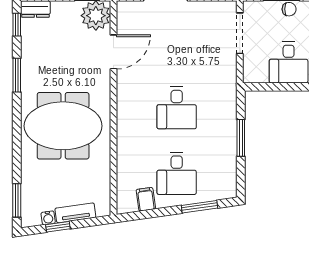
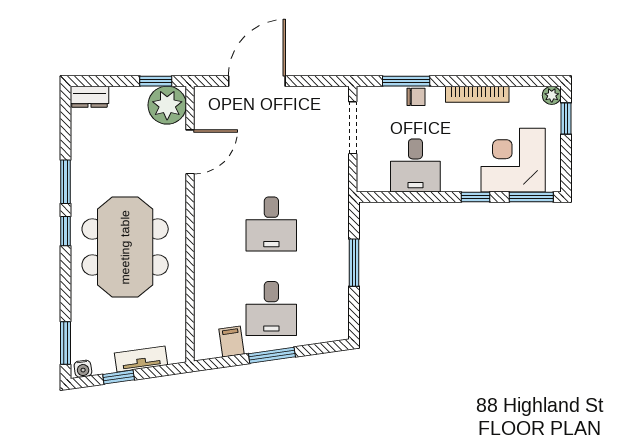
window: (17, 25) -> (66, 231), moved
meeting table: (63, 126) -> (125, 247), turned 90
window: (199, 207) -> (272, 355), moved
water cooler: (48, 218) -> (83, 369), moved

